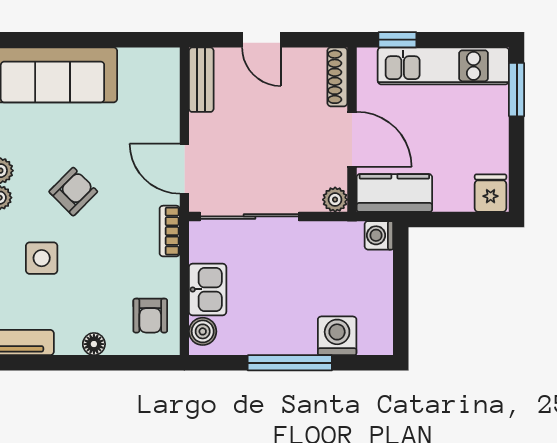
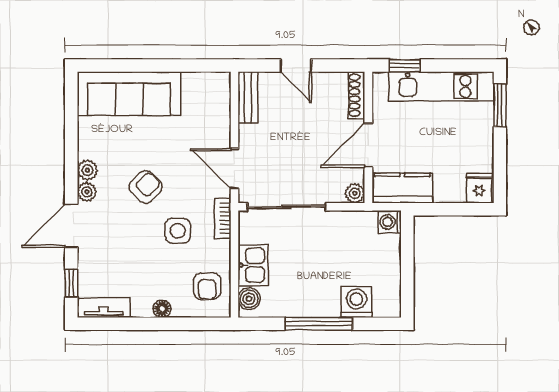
door: (352, 139) -> (368, 145), swing flipped
side table: (42, 258) -> (178, 231), moved

